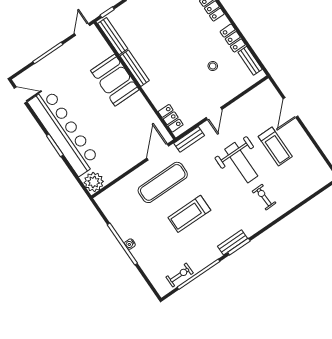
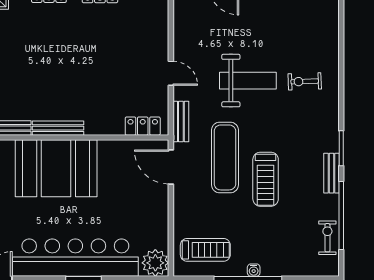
stool: (213, 66) -> (116, 38), removed
booth: (115, 80) -> (56, 168), width x1.36, depth x1.42
treadmill: (275, 146) -> (205, 250), moved
exercise mat: (163, 182) -> (225, 157), moved
bench: (232, 242) -> (331, 173), moved

